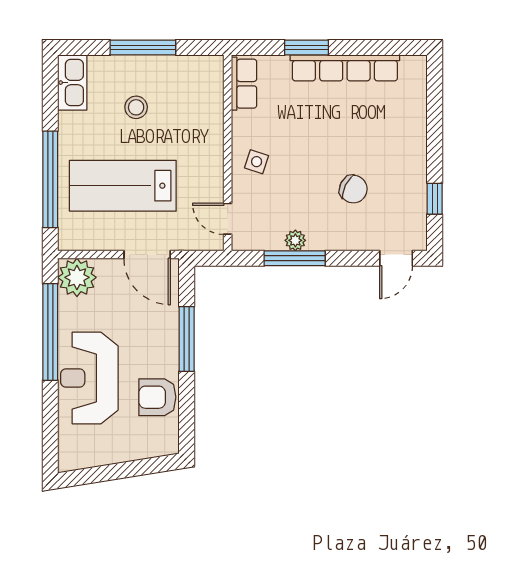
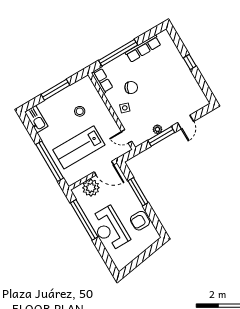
window: (306, 47) -> (118, 53), width x2.11
row of seats: (345, 68) -> (143, 49), width x0.73
stool: (136, 107) -> (80, 111), moved
chair: (353, 189) -> (131, 87), moved
window: (435, 199) -> (190, 62), moved
door: (396, 258) -> (186, 122), moved
plant: (77, 277) -> (91, 188), moved

